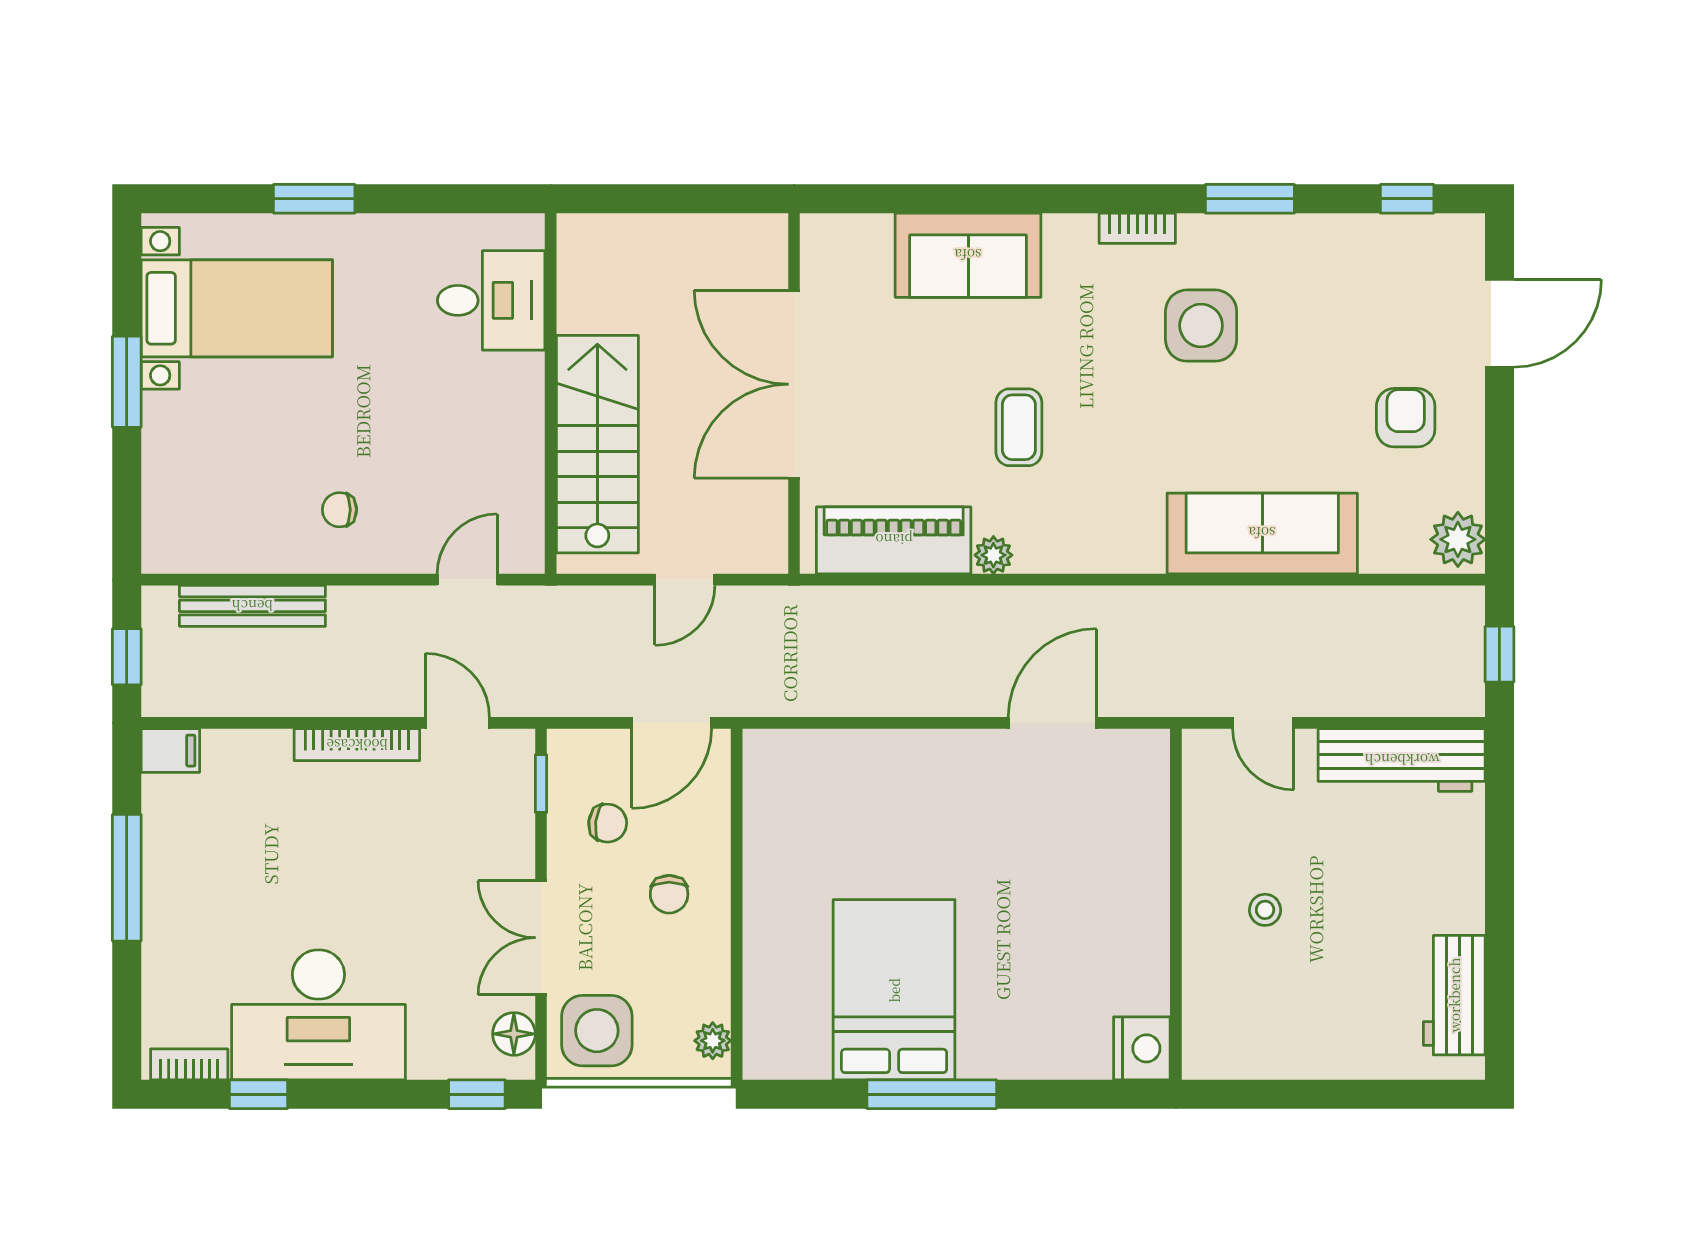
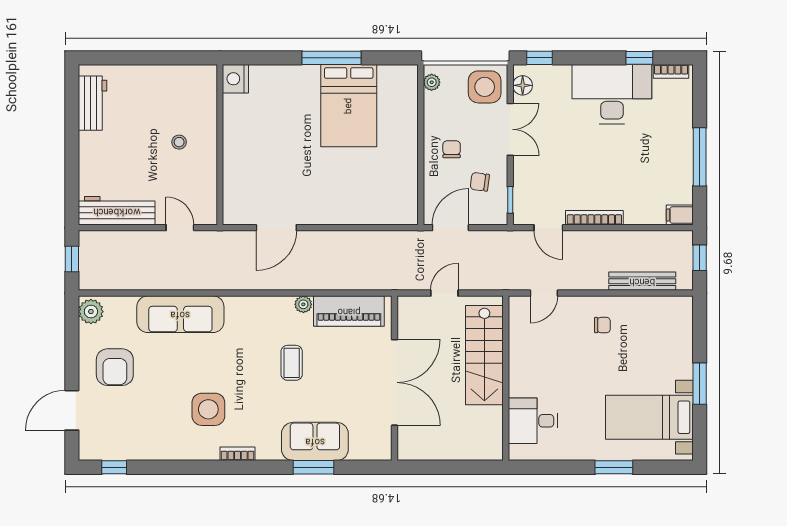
window: (1250, 199) -> (313, 467), moved
armchair: (1406, 418) -> (115, 367), width x1.38, depth x1.38

